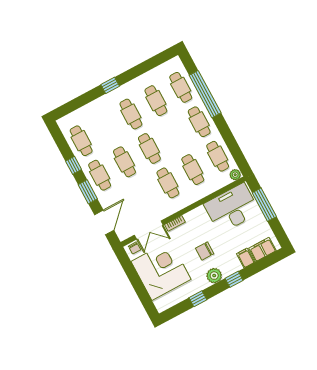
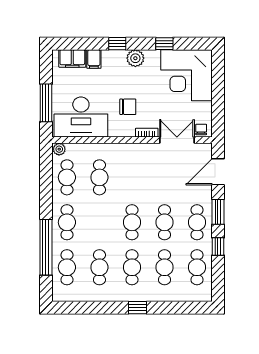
cafe table: (168, 183) -> (164, 267), moved
chair: (205, 251) -> (128, 107), moved
corner desk: (161, 270) -> (186, 75), moved

